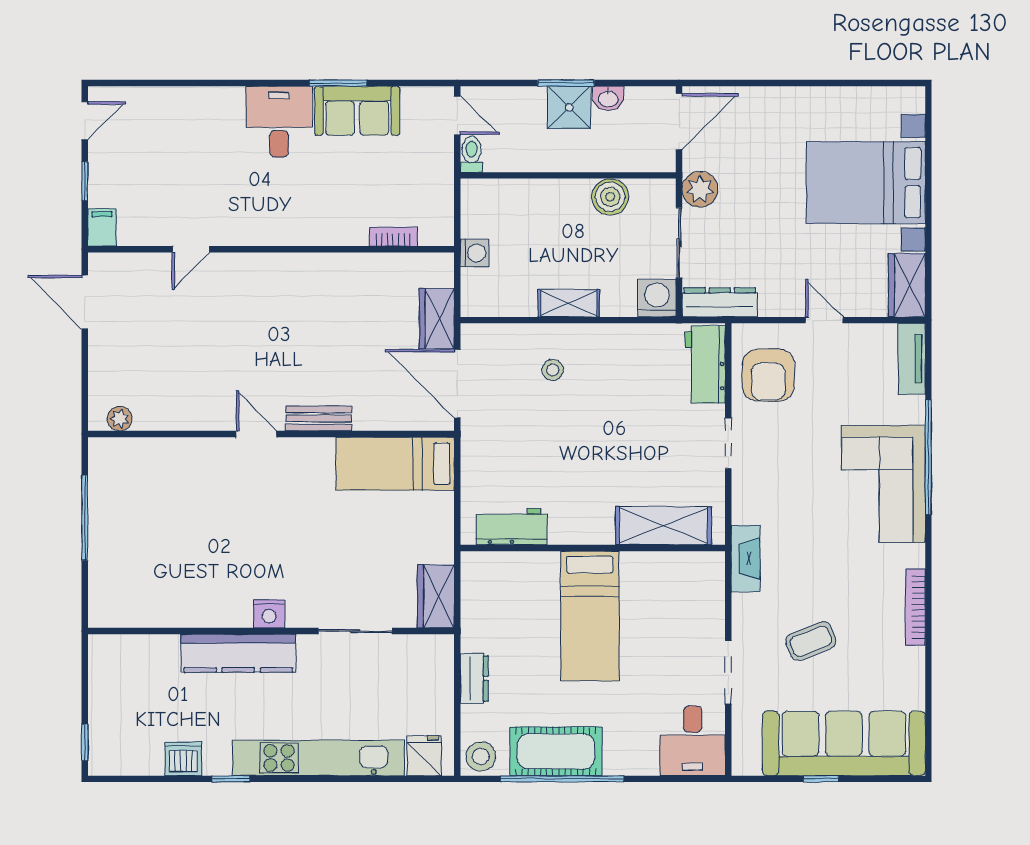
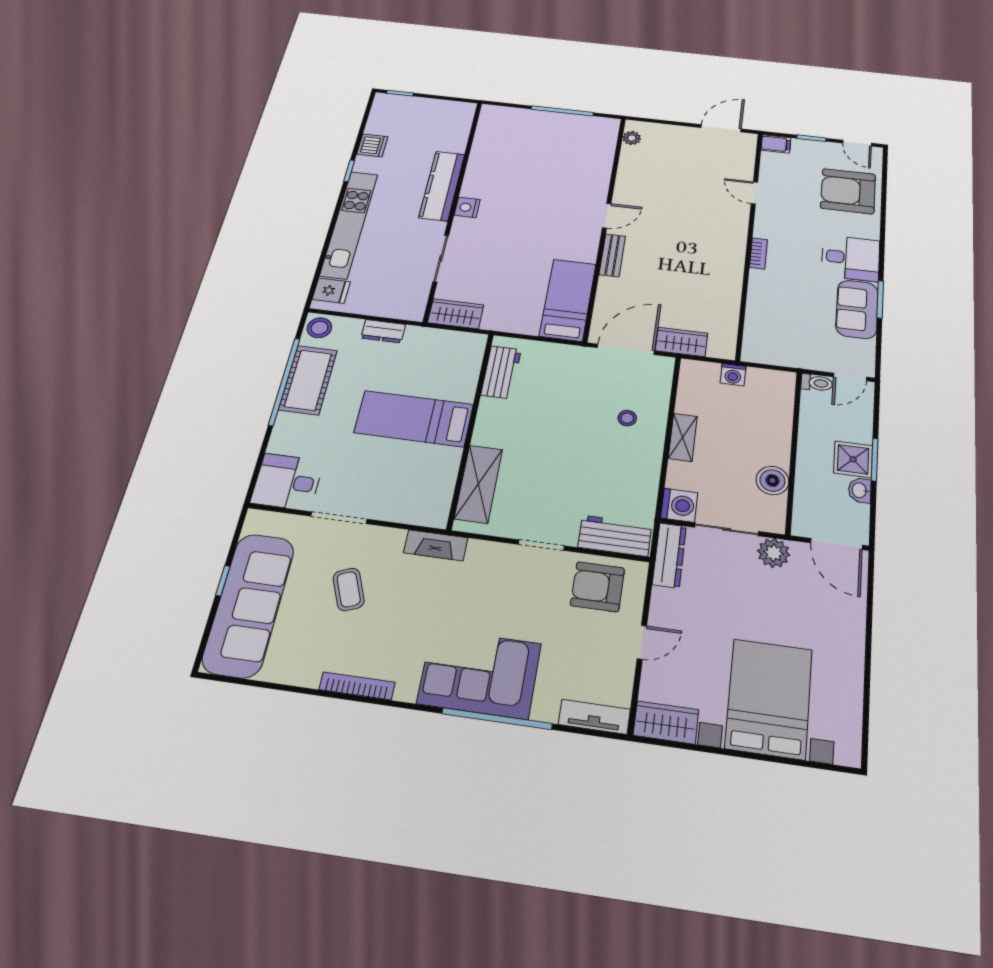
armchair: (170, 129) -> (848, 191), added
bookcase: (393, 237) -> (758, 253), moved

